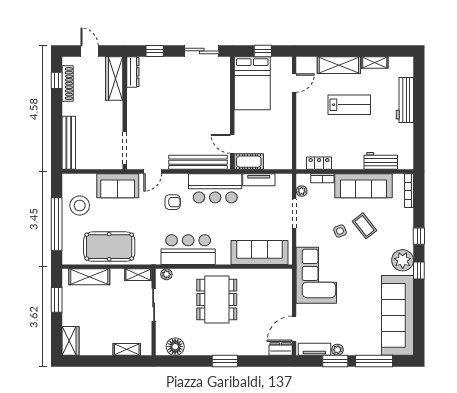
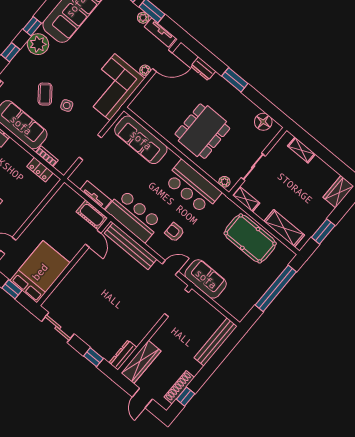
plant: (302, 191) -> (145, 70), moved
stool: (80, 205) -> (247, 288), removed
dresser: (281, 349) -> (203, 69), moved

